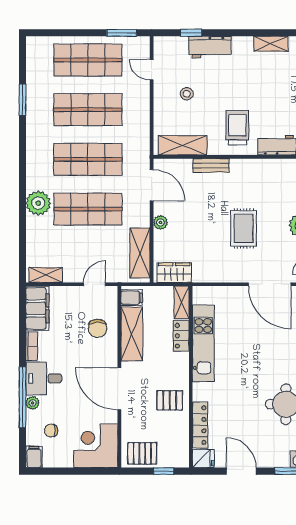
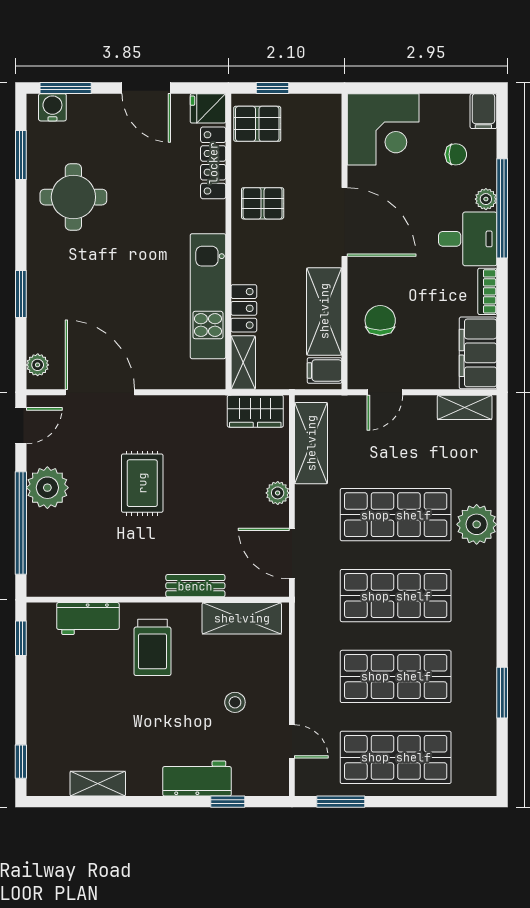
pallet: (142, 453) -> (257, 124), moved

